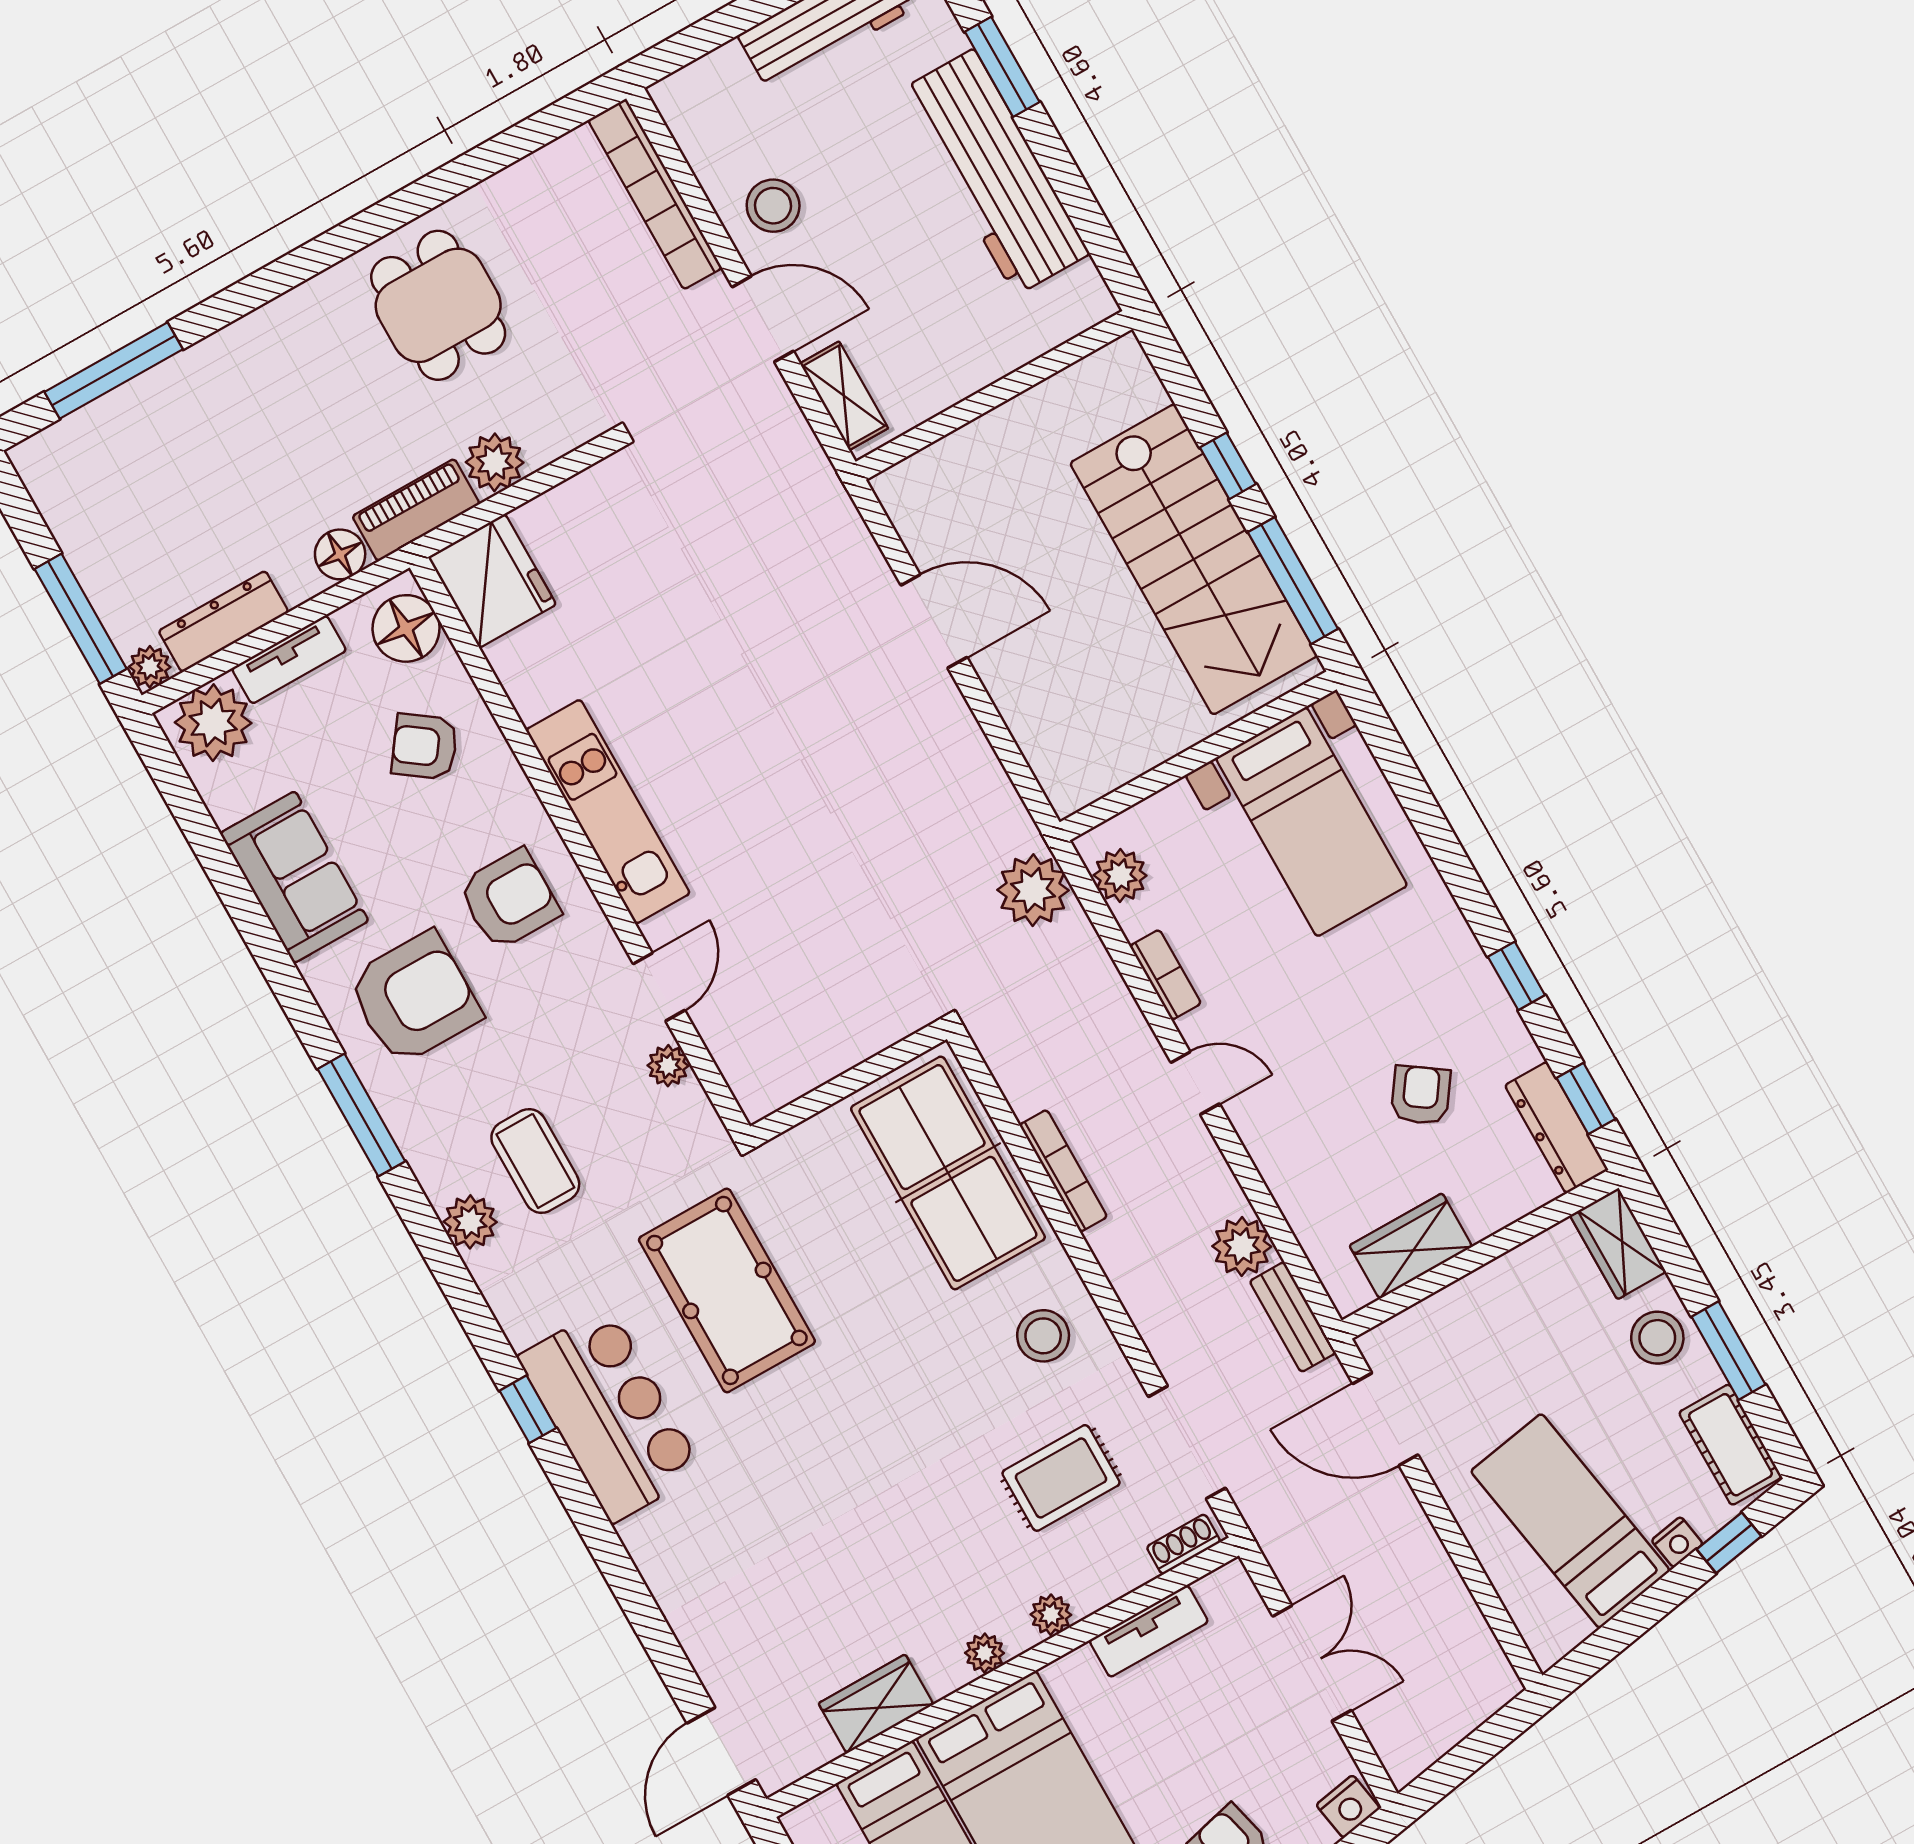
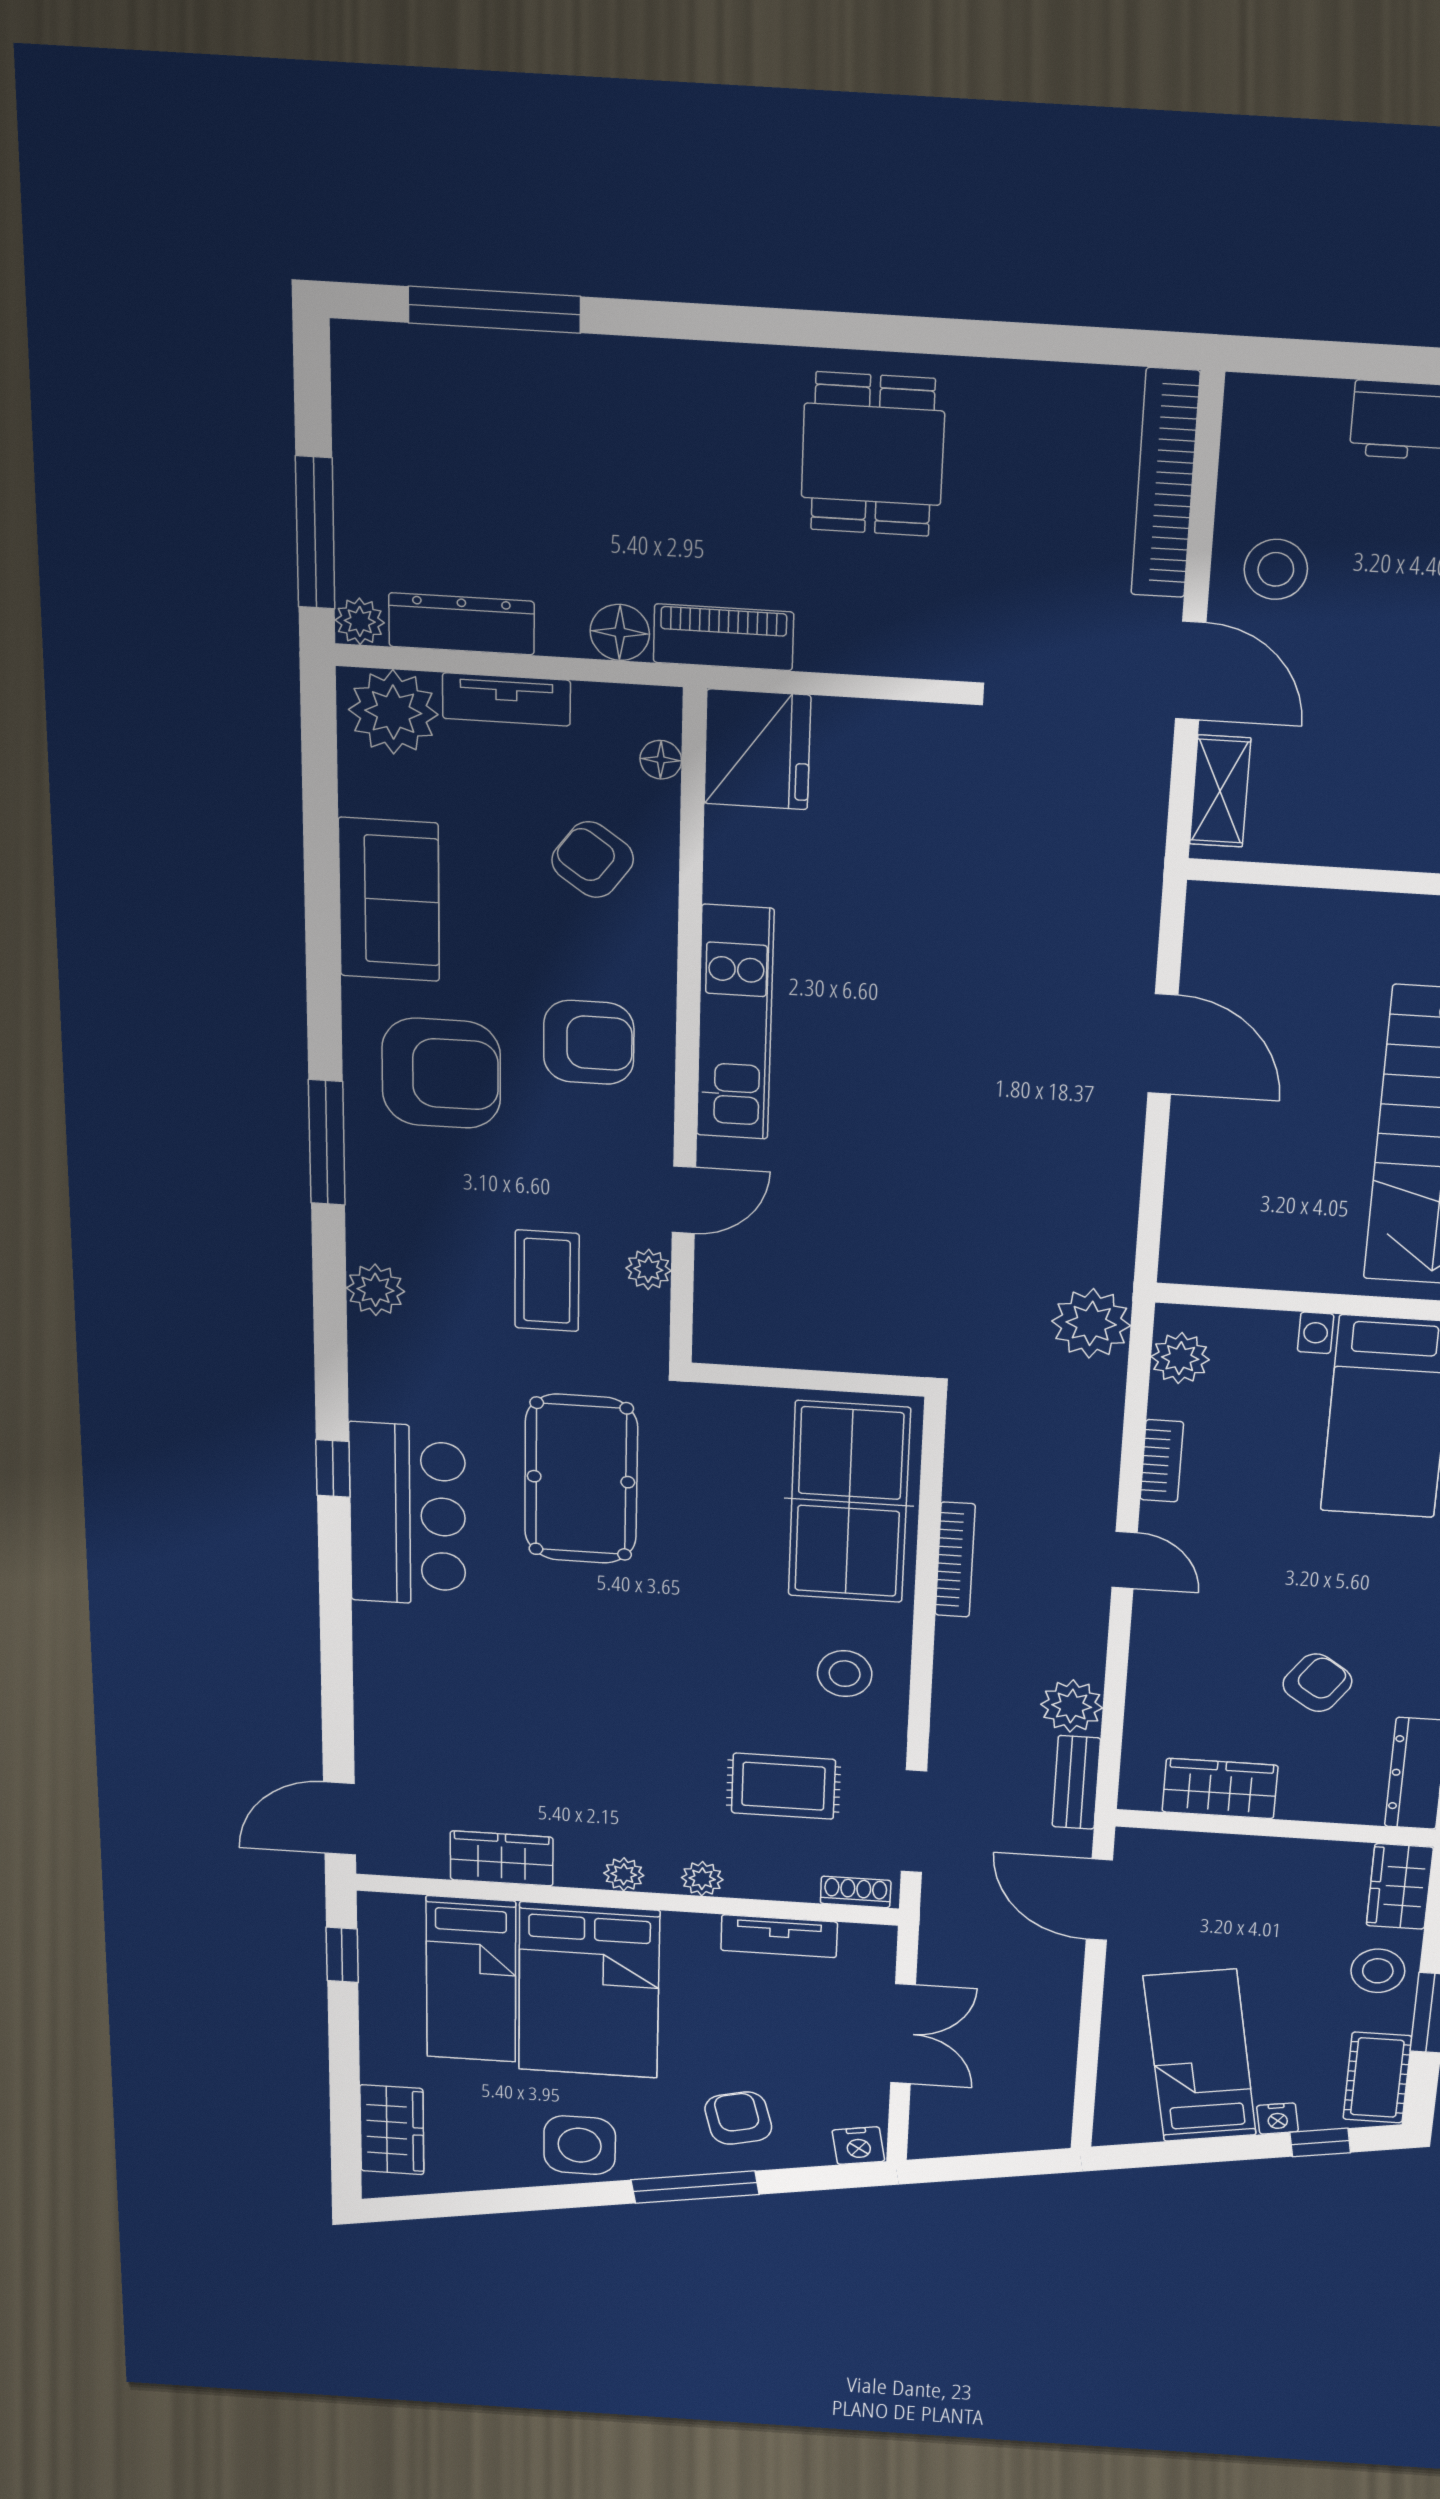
plant: (495, 462) -> (832, 641), removed
floor lamp: (406, 628) -> (661, 760), width x0.53, depth x0.53
coffee table: (535, 1161) -> (547, 1281), moved

